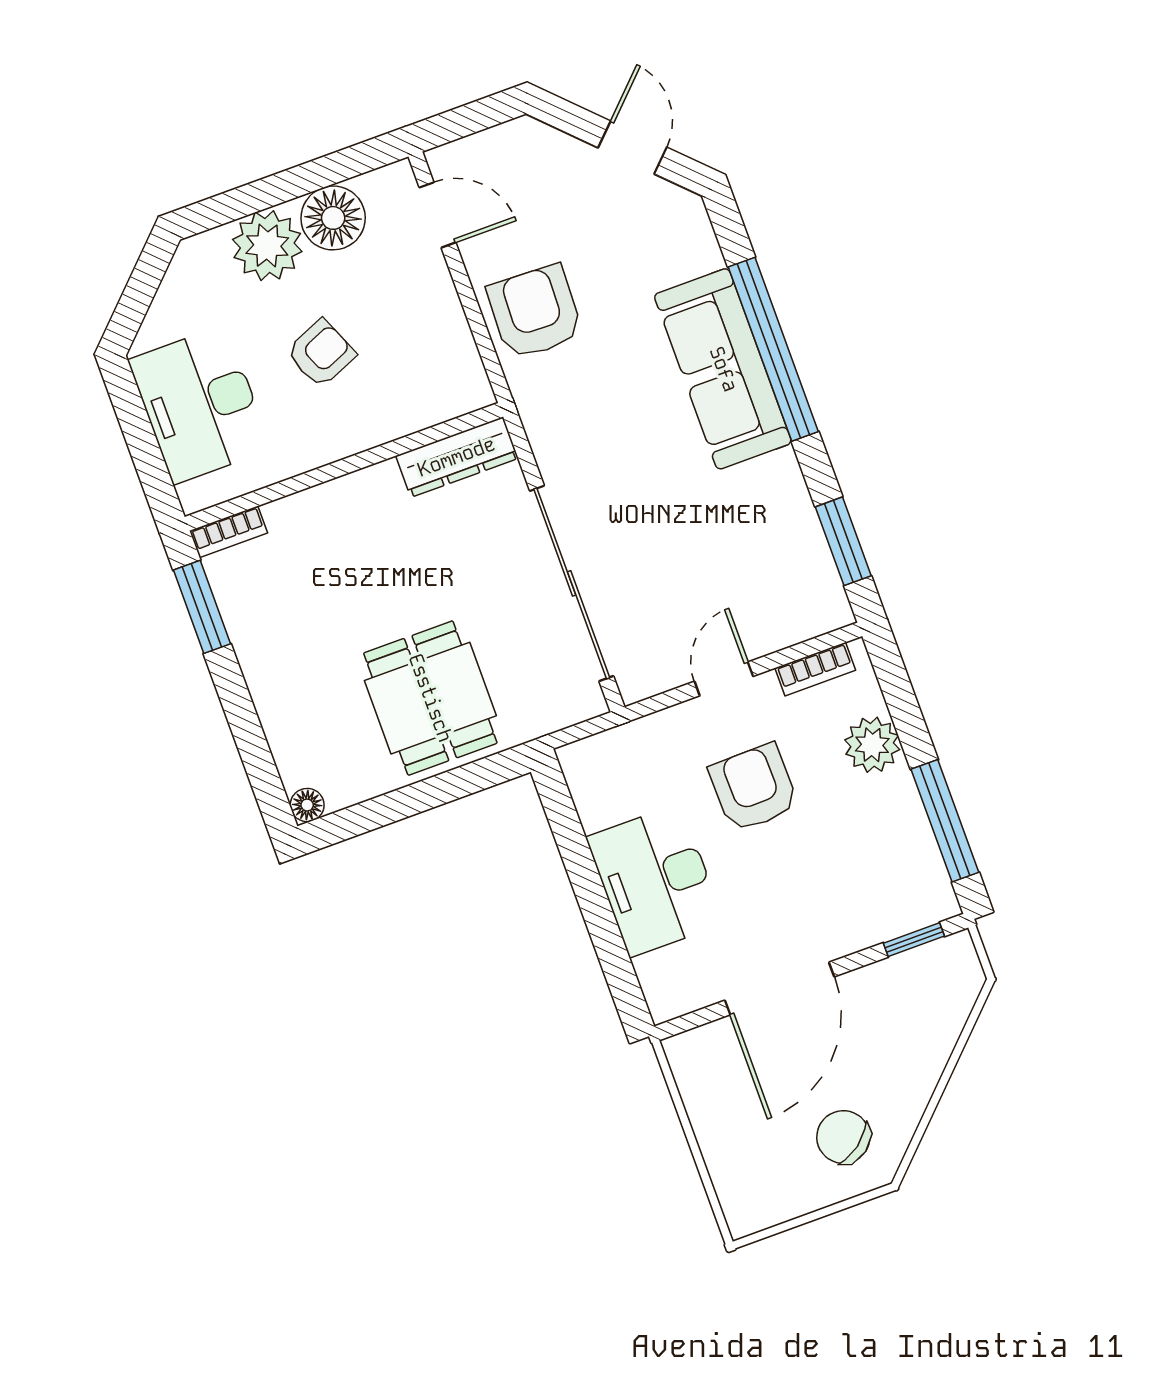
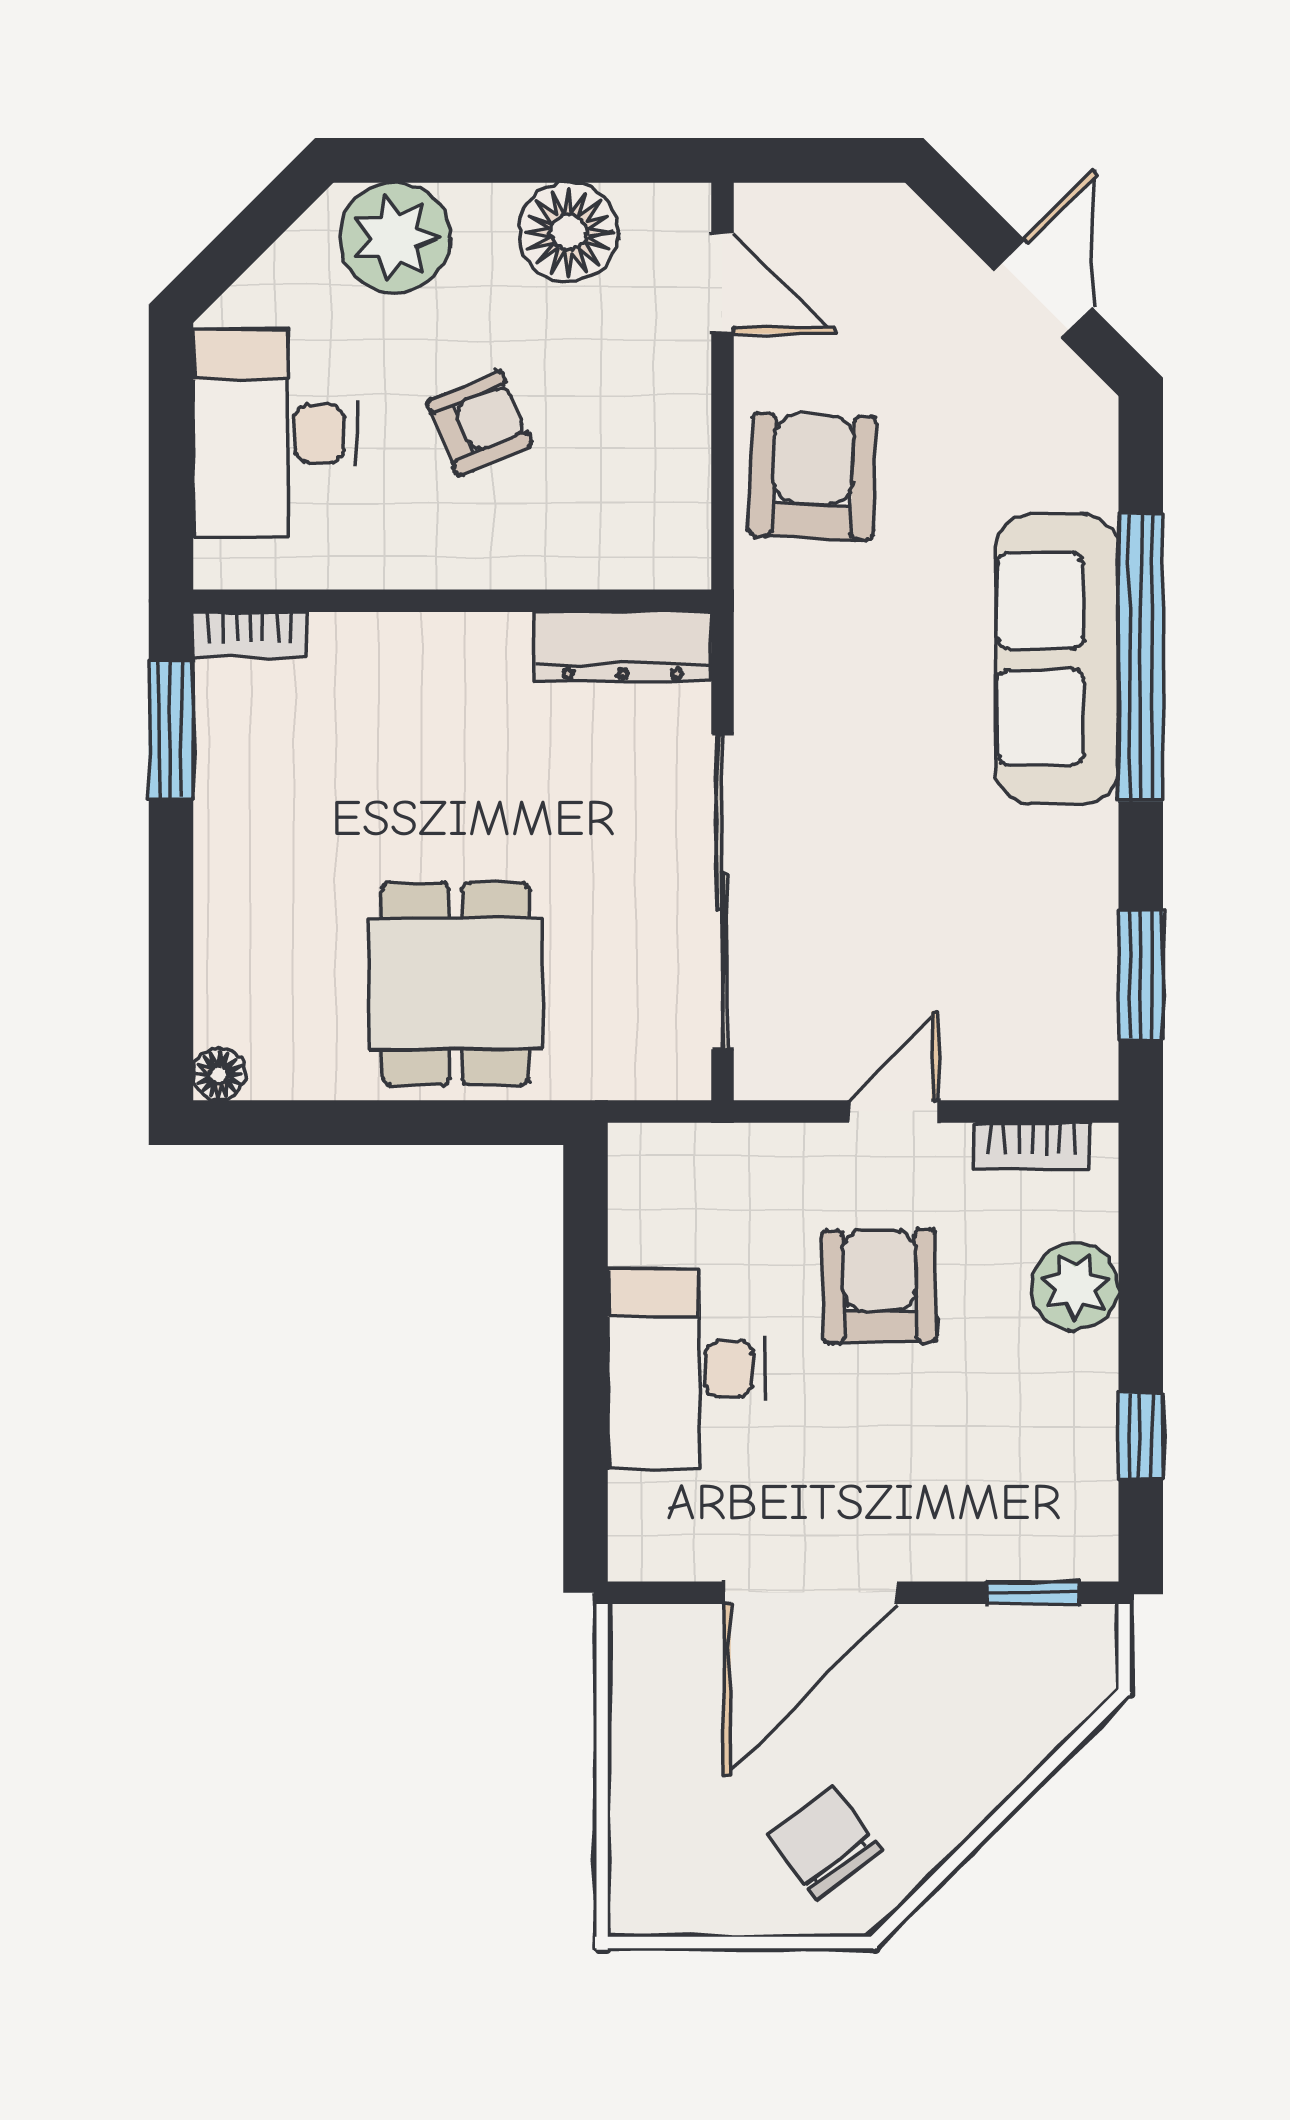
plant: (267, 246) -> (395, 238), moved
window: (945, 821) -> (1141, 1436), width x0.46

